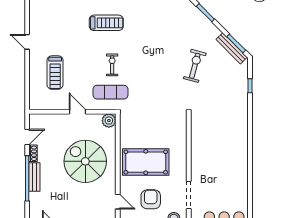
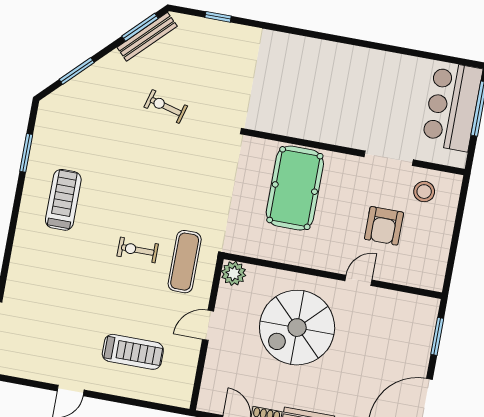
treadmill: (106, 23) -> (63, 200), moved
exercise bike: (195, 66) -> (166, 107), width x0.73, depth x0.72
pool table: (146, 162) -> (295, 188), moved
armchair: (151, 199) -> (384, 226), turned -90
door: (118, 202) -> (358, 280), moved

